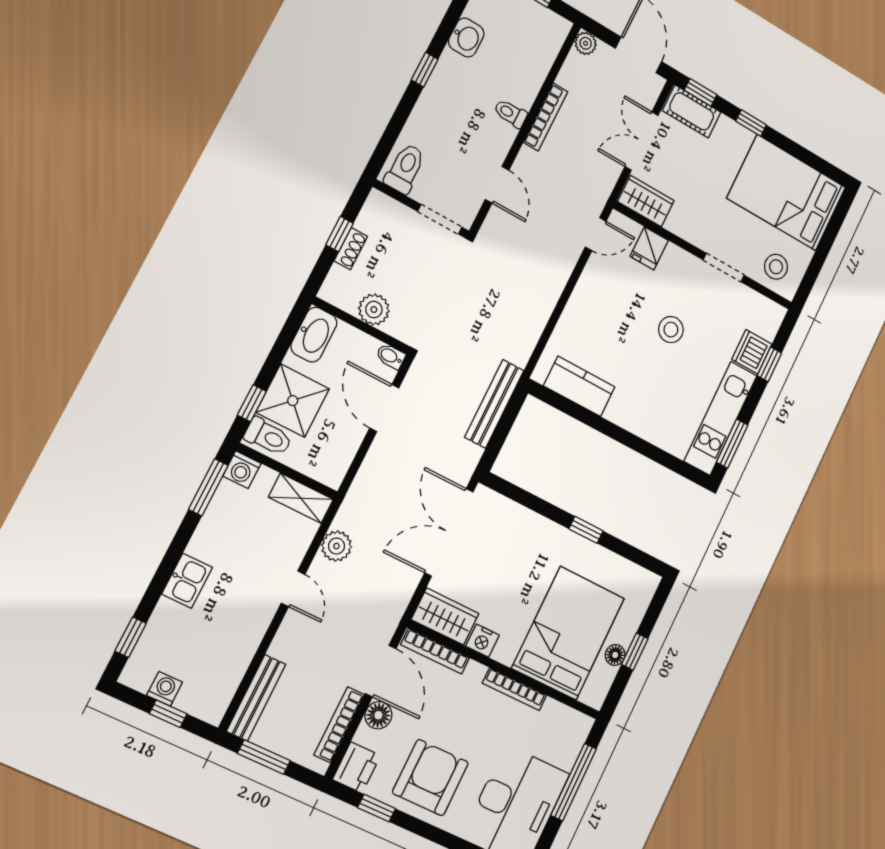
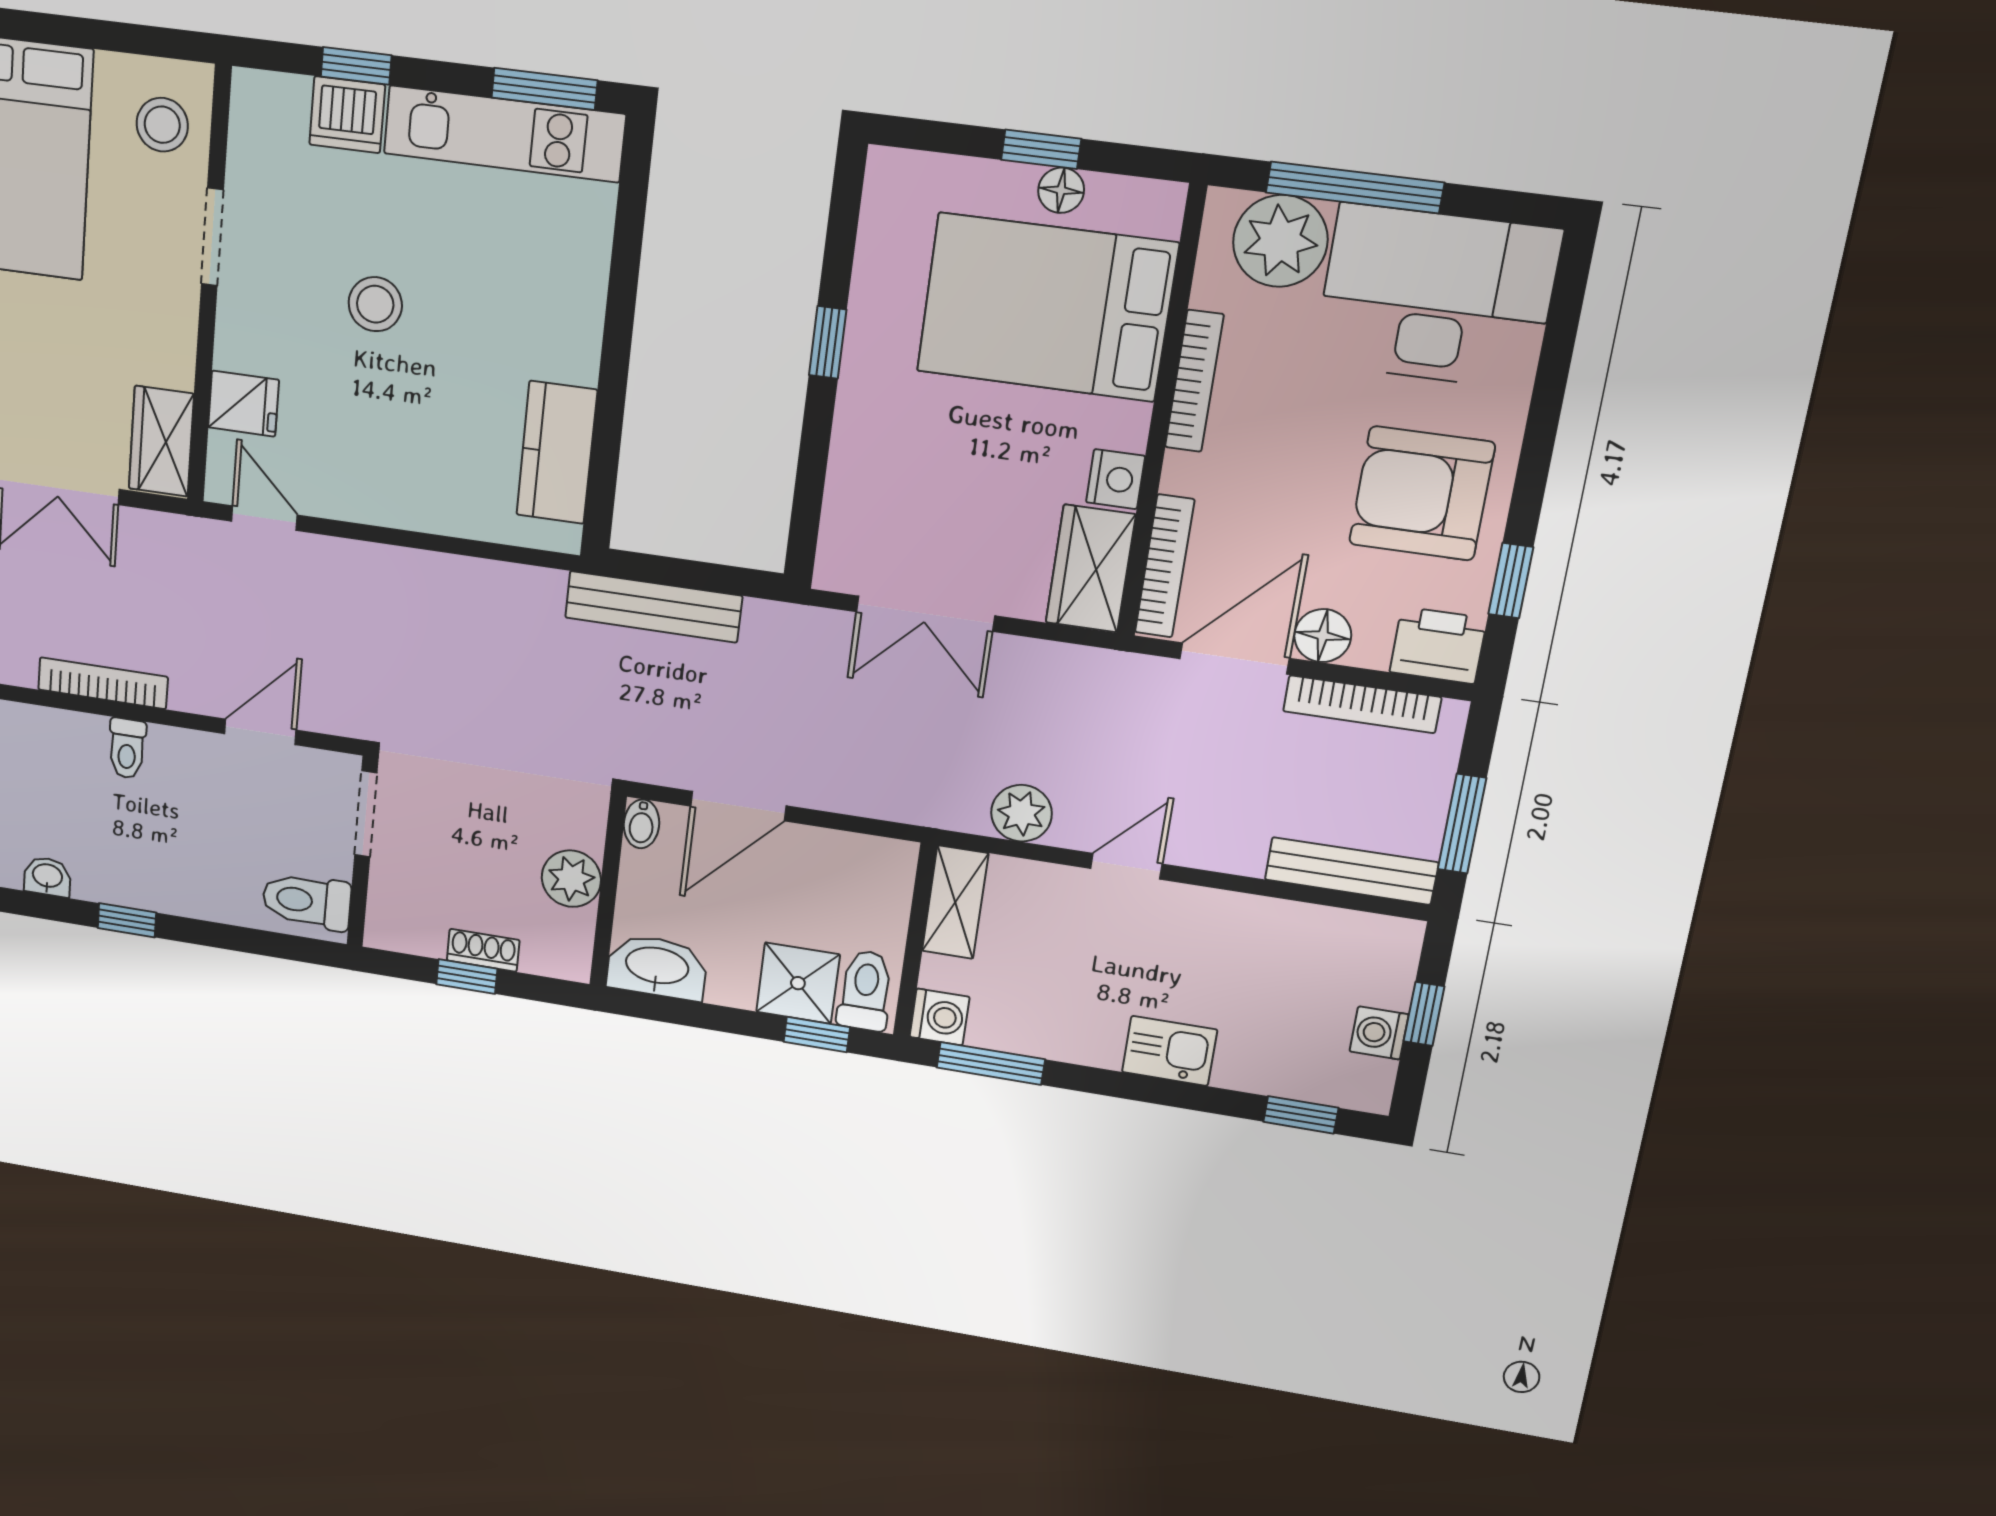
washbasin: (466, 38) -> (47, 877), width x0.72, depth x0.69
shower: (293, 401) -> (798, 983), width x0.73, depth x0.73
double door: (449, 532) -> (925, 614), width x0.73
plant: (562, 744) -> (1280, 241), added

